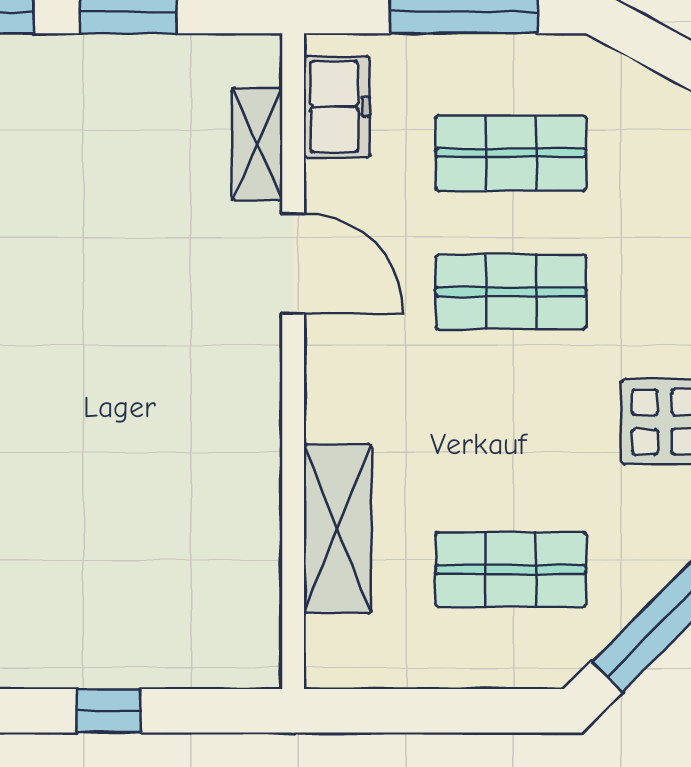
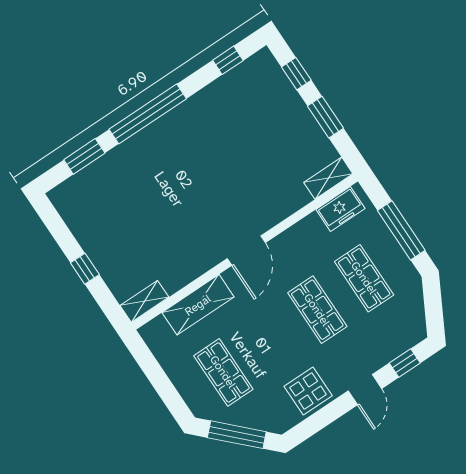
shelving: (257, 144) -> (328, 178), moved
door: (293, 263) -> (246, 251), moved
shelving: (257, 634) -> (144, 301), added

